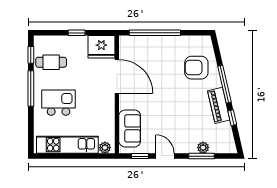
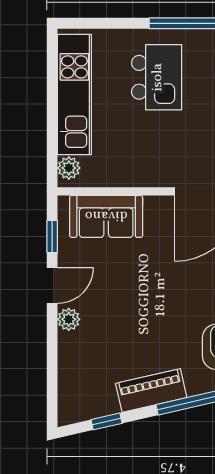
window: (232, 118) -> (106, 421), moved
plant: (203, 148) -> (69, 319), moved
window: (201, 156) -> (52, 357), removed

